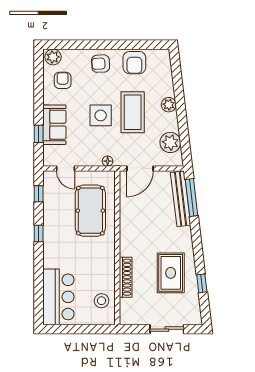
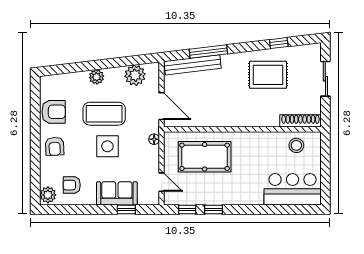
door: (65, 168) -> (162, 182), hinge flipped
window: (192, 198) -> (208, 52), moved
window: (39, 233) -> (213, 209), moved
shoe rack: (126, 277) -> (300, 121), moved

